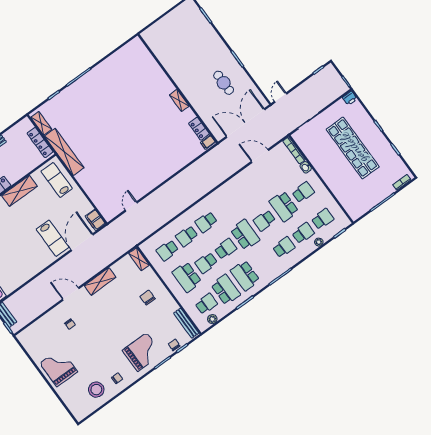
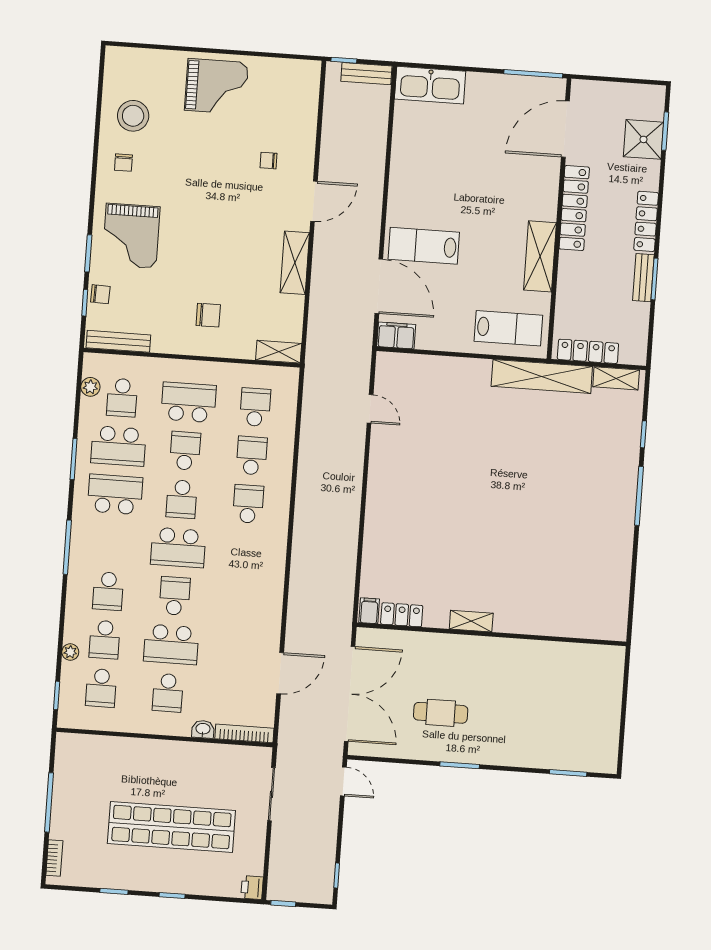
school desk: (284, 206) -> (171, 644), turned 180

